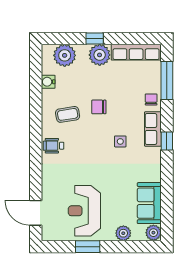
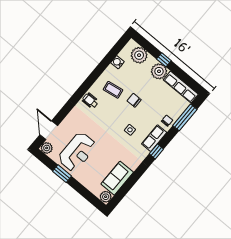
reception desk: (84, 211) -> (77, 152), turned 180
plant: (123, 233) -> (47, 148), moved

